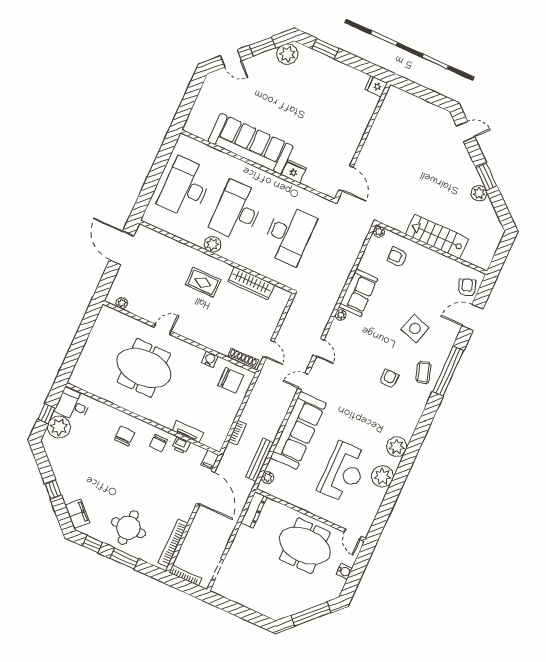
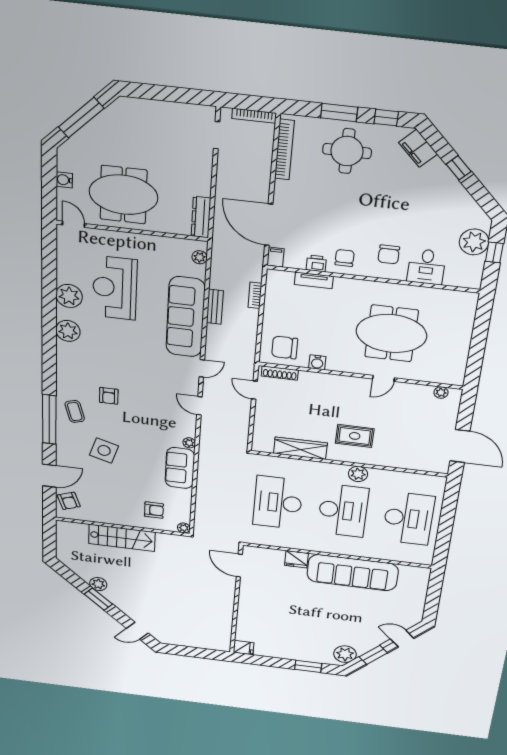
desk: (73, 405) -> (426, 267), moved, turned 90
bench: (260, 460) -> (215, 307), moved, width x0.73

